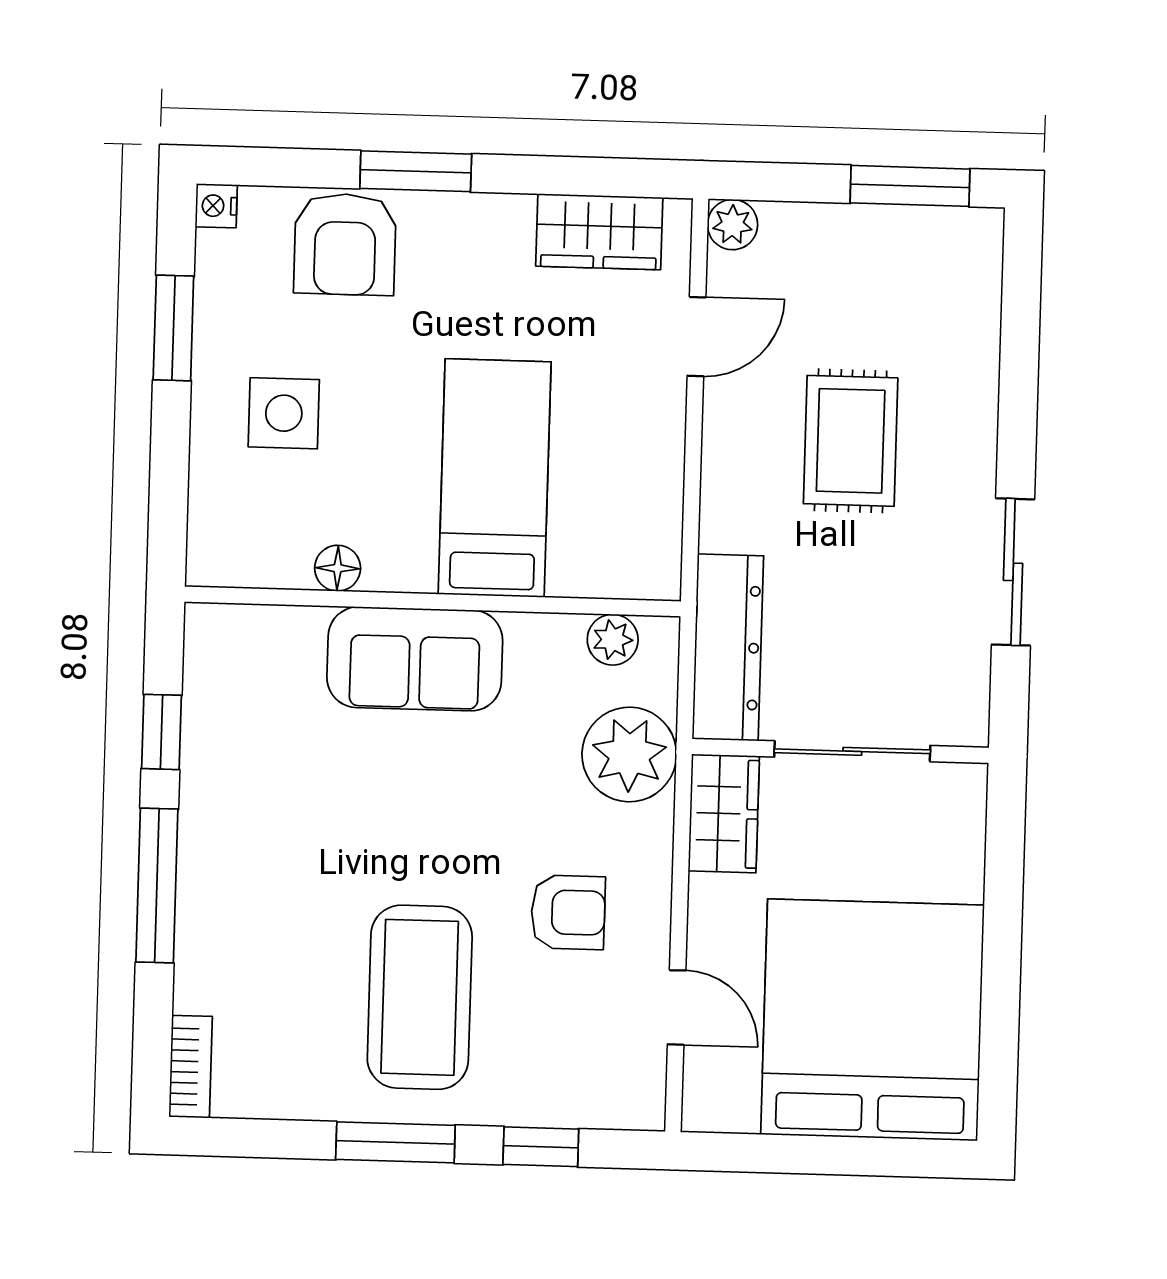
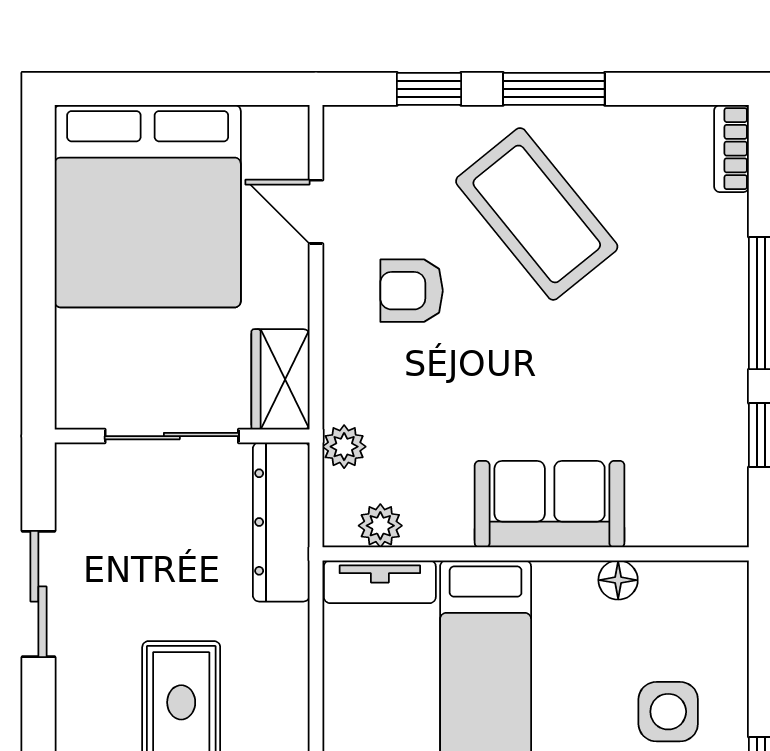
tv unit: (615, 574) -> (380, 582), added
plant: (629, 754) -> (344, 447), width x0.53, depth x0.53
coffee table: (420, 997) -> (537, 214), turned -39

